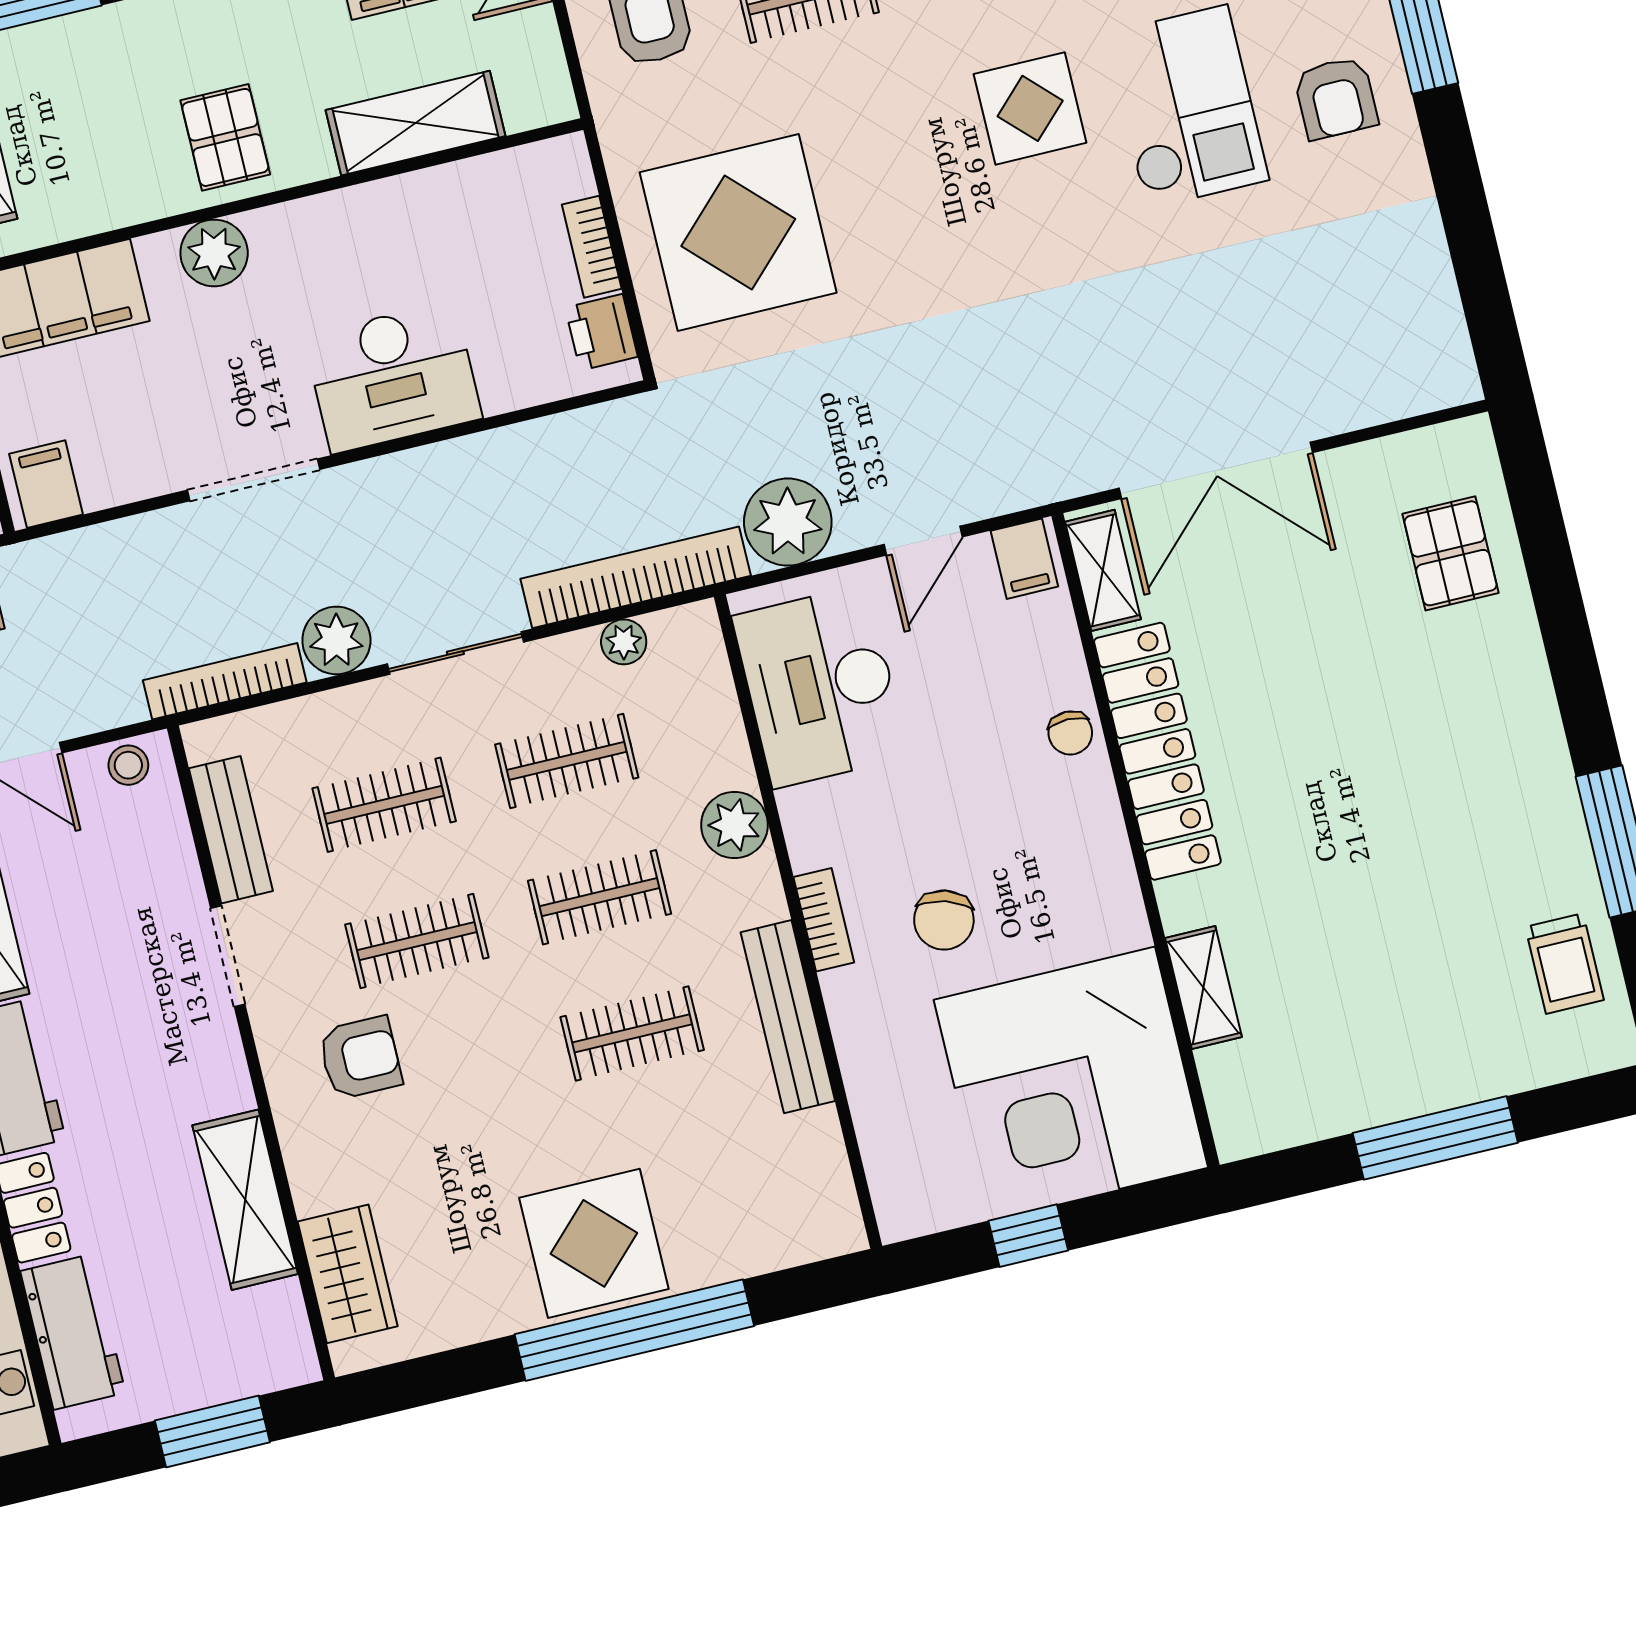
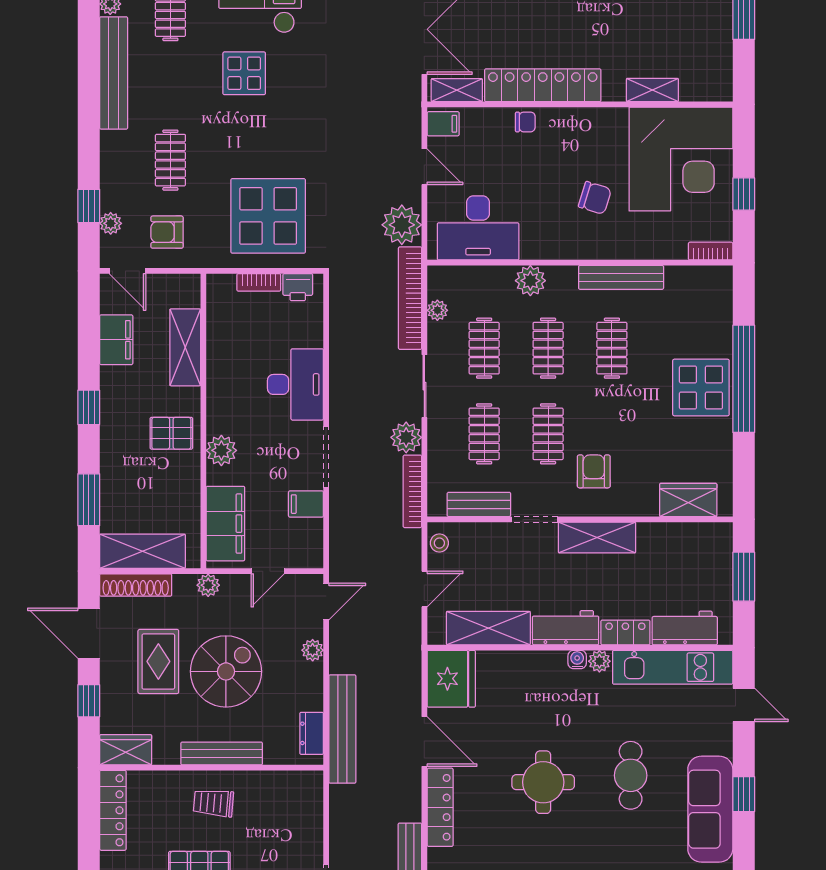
filing cabinet: (46, 484) -> (306, 504), moved
bookcase: (824, 920) -> (711, 251), moved
shelving: (245, 1200) -> (597, 537), moved

